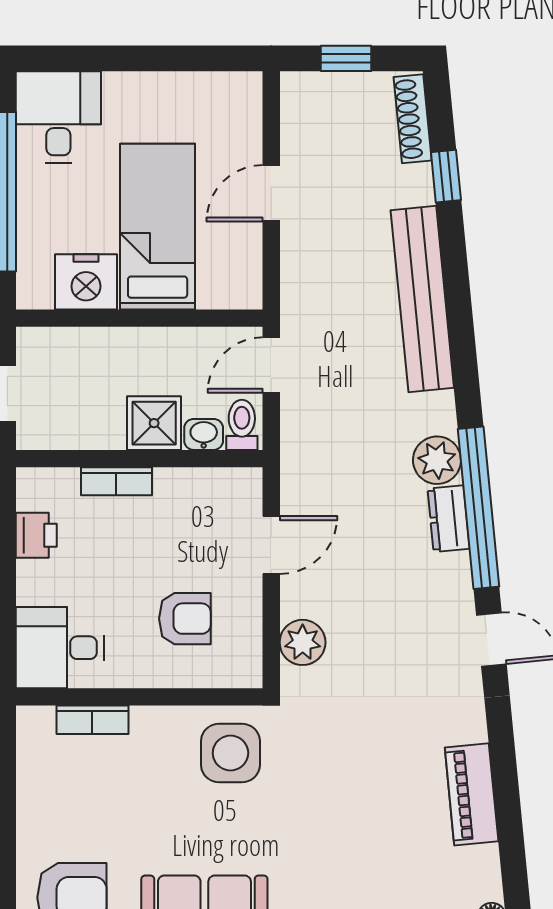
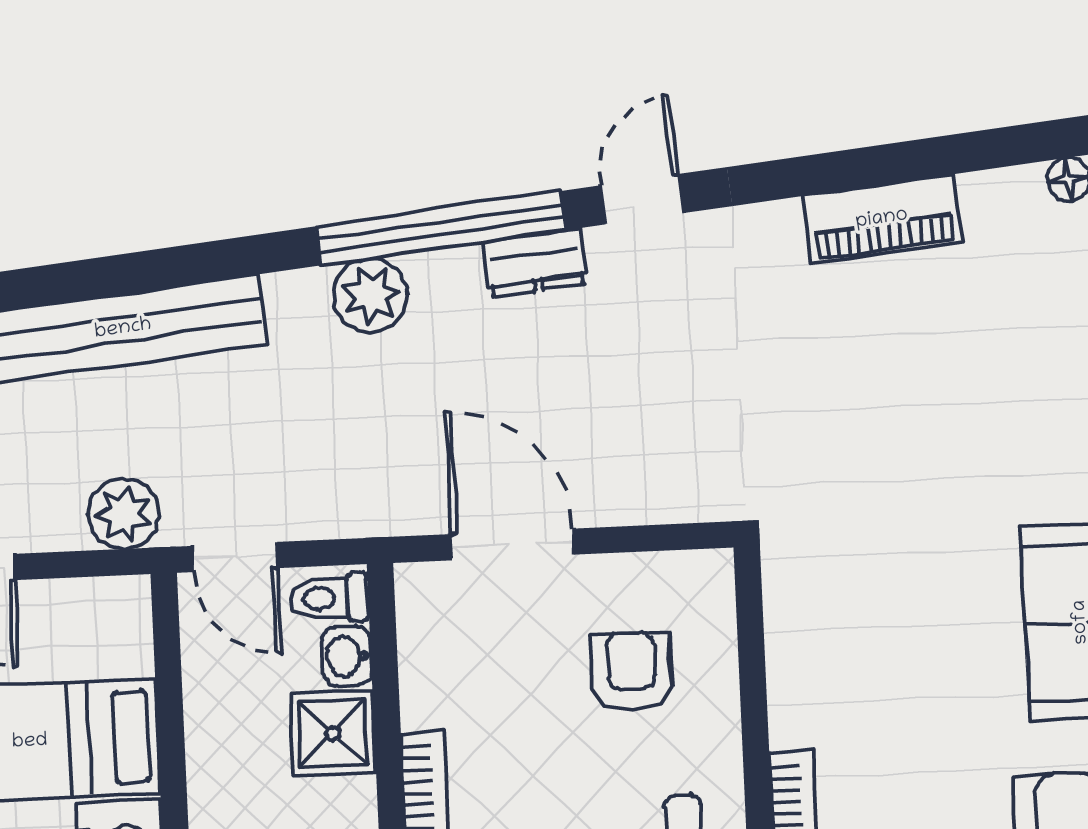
dresser: (449, 519) -> (535, 263), moved
door: (271, 545) -> (512, 544), width x1.37
plant: (303, 642) -> (124, 514), moved
side table: (230, 753) -> (835, 593), removed

